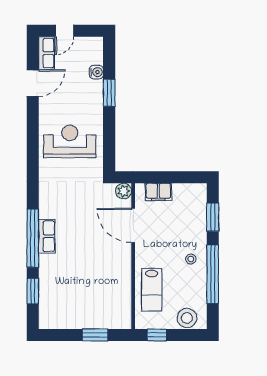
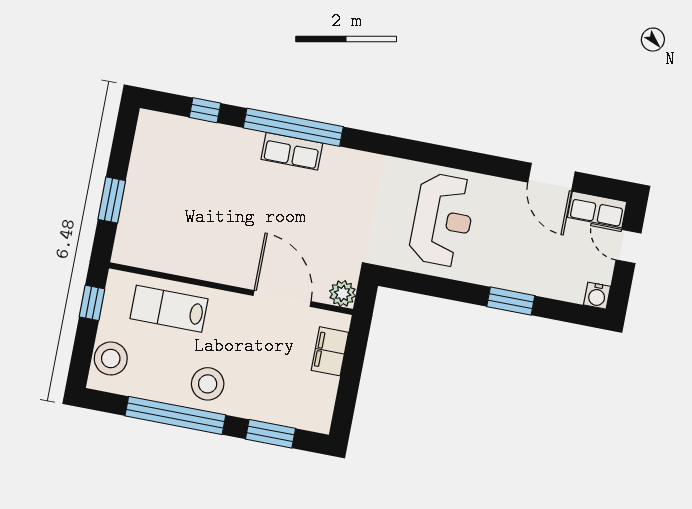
water cooler: (96, 72) -> (597, 296), moved
door: (133, 225) -> (282, 298), hinge flipped
stool: (191, 259) -> (208, 384), width x1.89, depth x1.89
window: (33, 291) -> (205, 110), width x0.67

